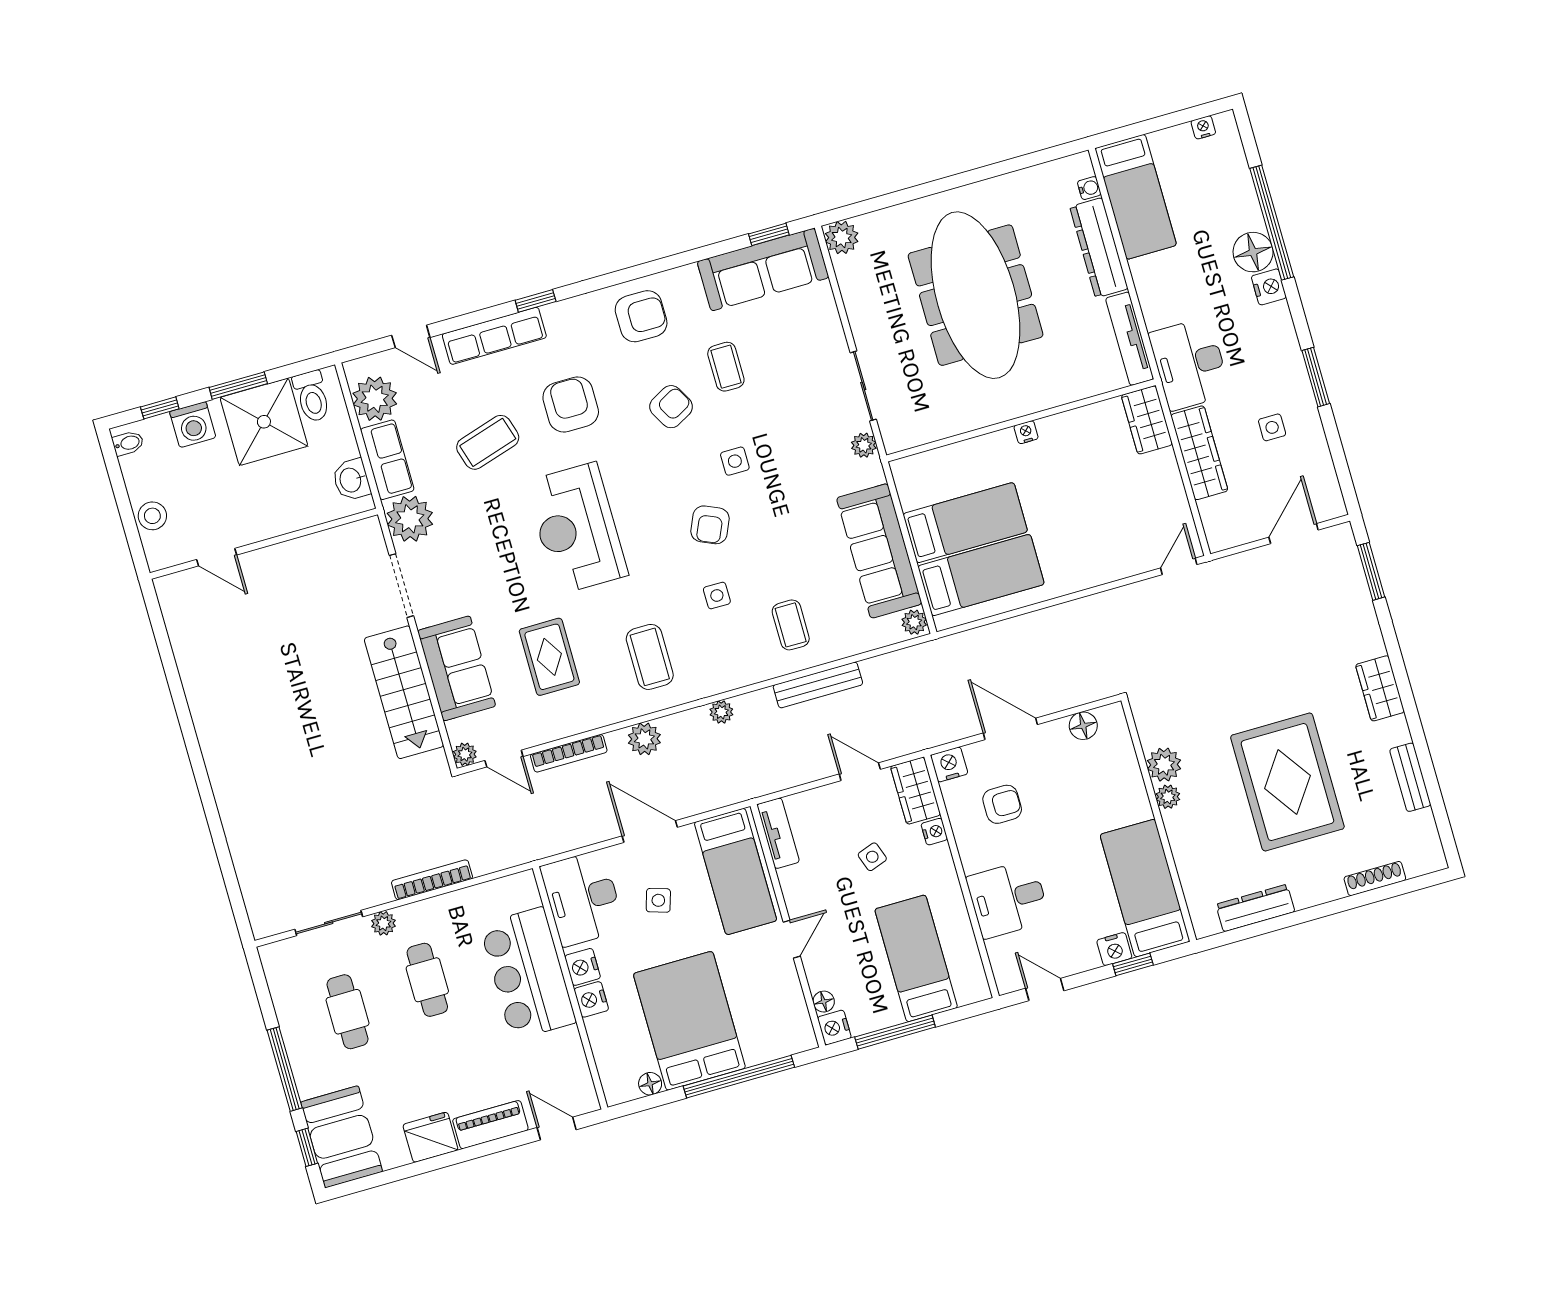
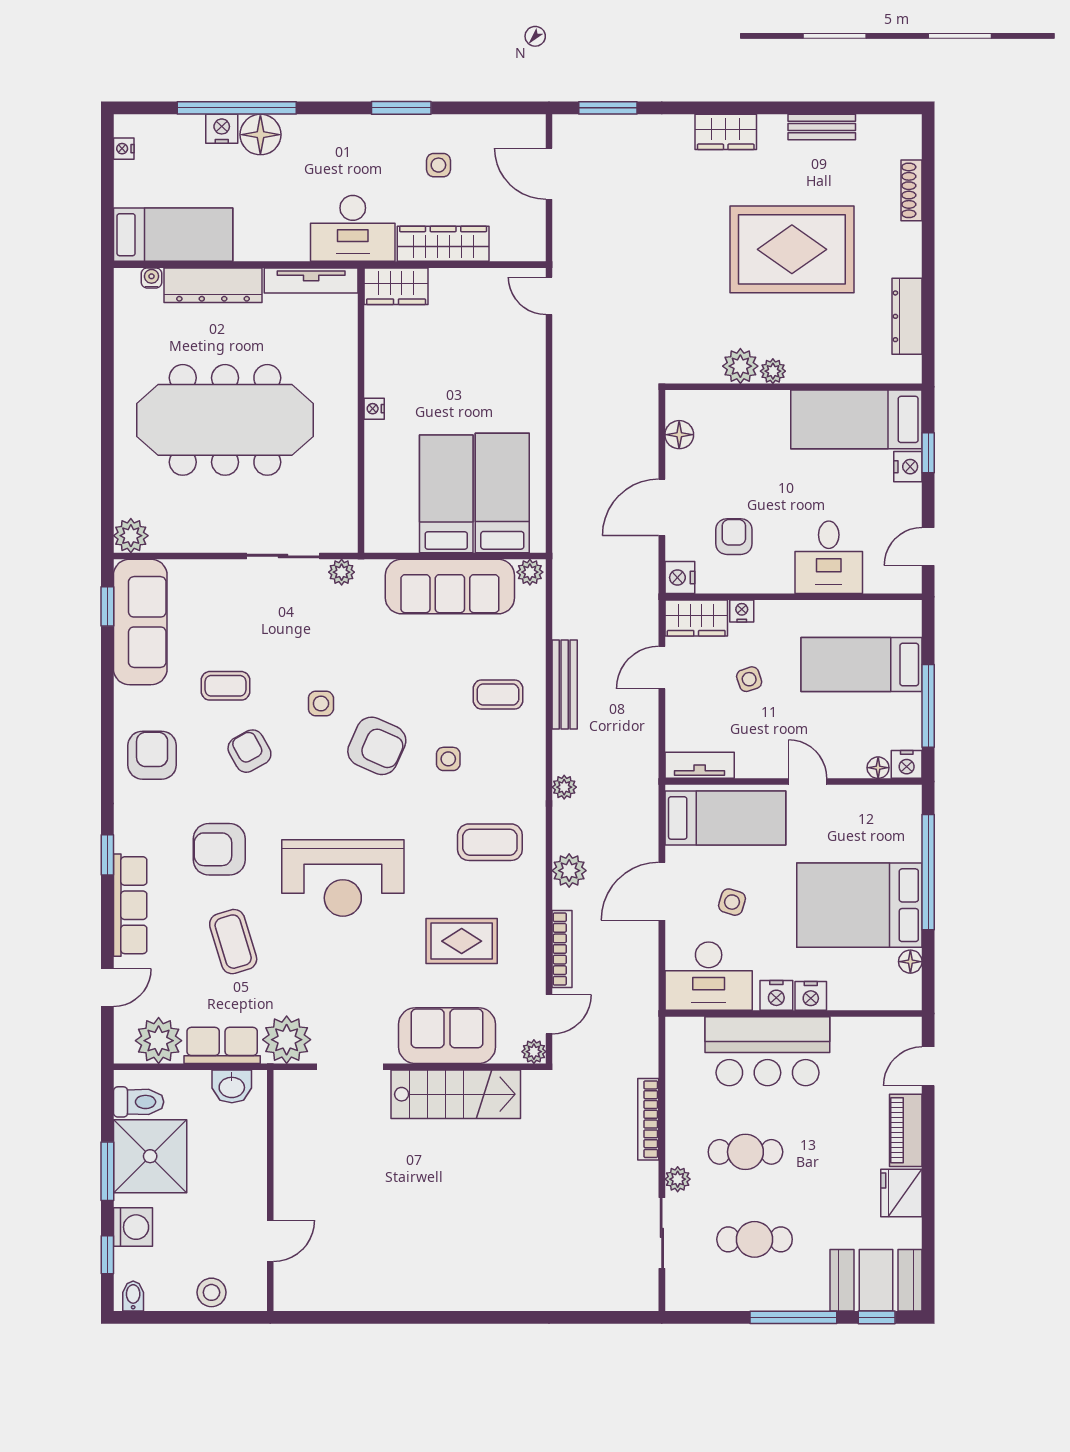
nightstand: (1269, 287) -> (222, 129), moved
armchair: (710, 525) -> (377, 746), width x1.38, depth x1.38

